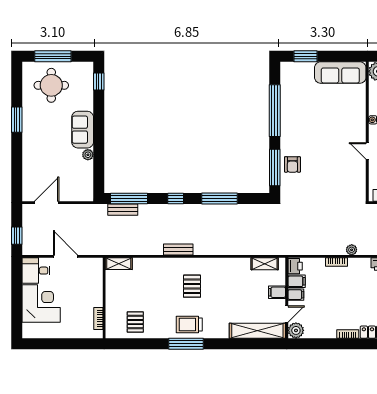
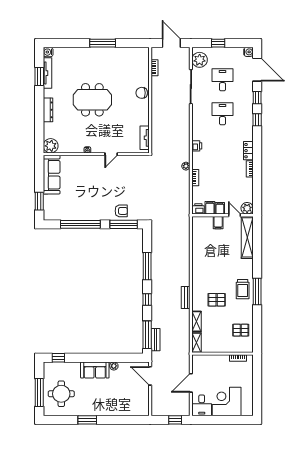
door: (47, 203) -> (150, 376), moved
shelving: (265, 264) -> (197, 321), moved
pallet: (192, 286) -> (217, 300), moved

